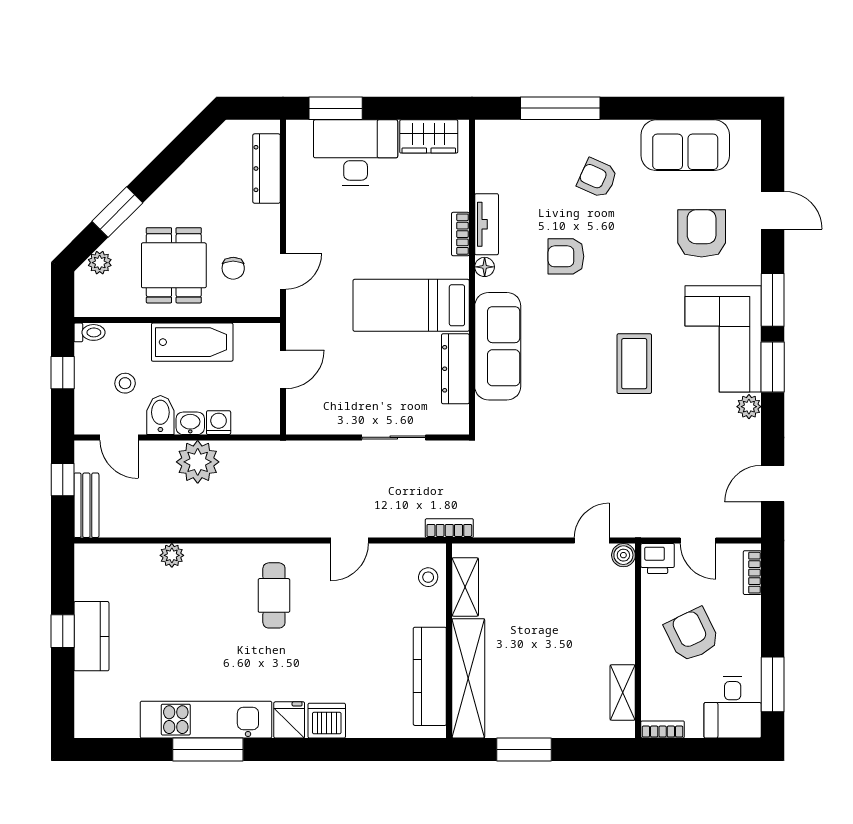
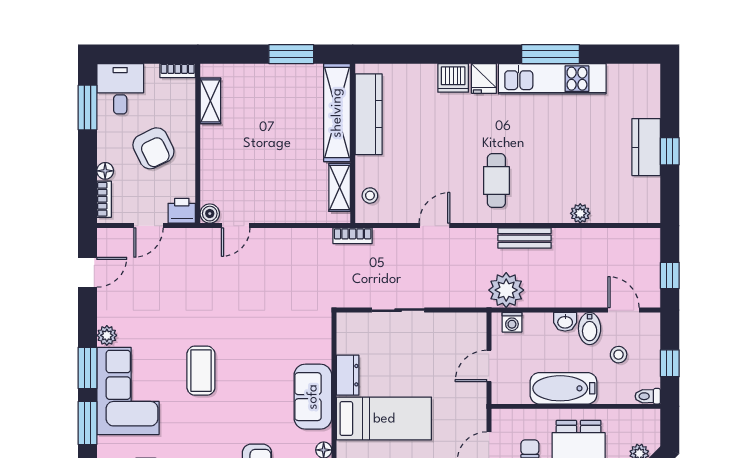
sofa: (498, 346) -> (313, 397), width x0.73
dresser: (455, 369) -> (348, 375), width x0.70
washing machine: (219, 423) -> (512, 322), moved
plant: (198, 462) -> (506, 290), moved
bench: (86, 505) -> (525, 238), moved, turned 90
door: (698, 541) -> (149, 226), swing flipped
floor lamp: (751, 607) -> (105, 171), added

